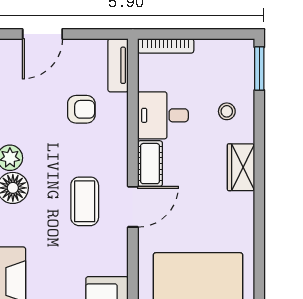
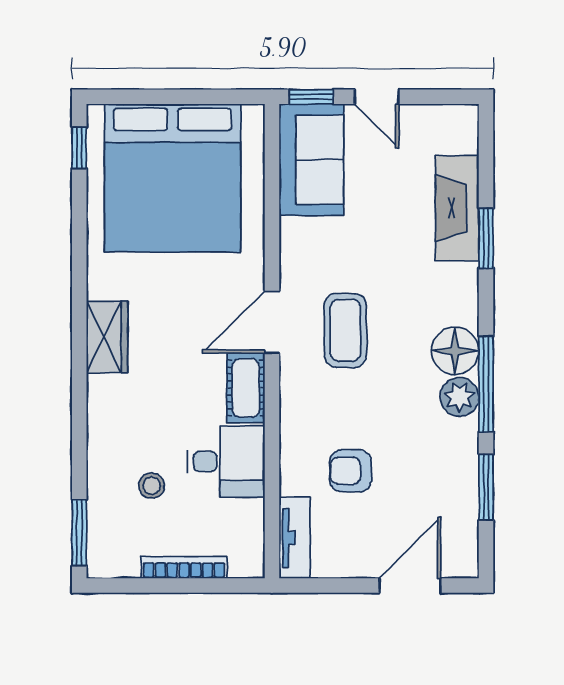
bookcase: (166, 46) -> (184, 567), moved
stool: (227, 111) -> (152, 486), moved
wardrobe: (241, 167) -> (107, 337), moved

